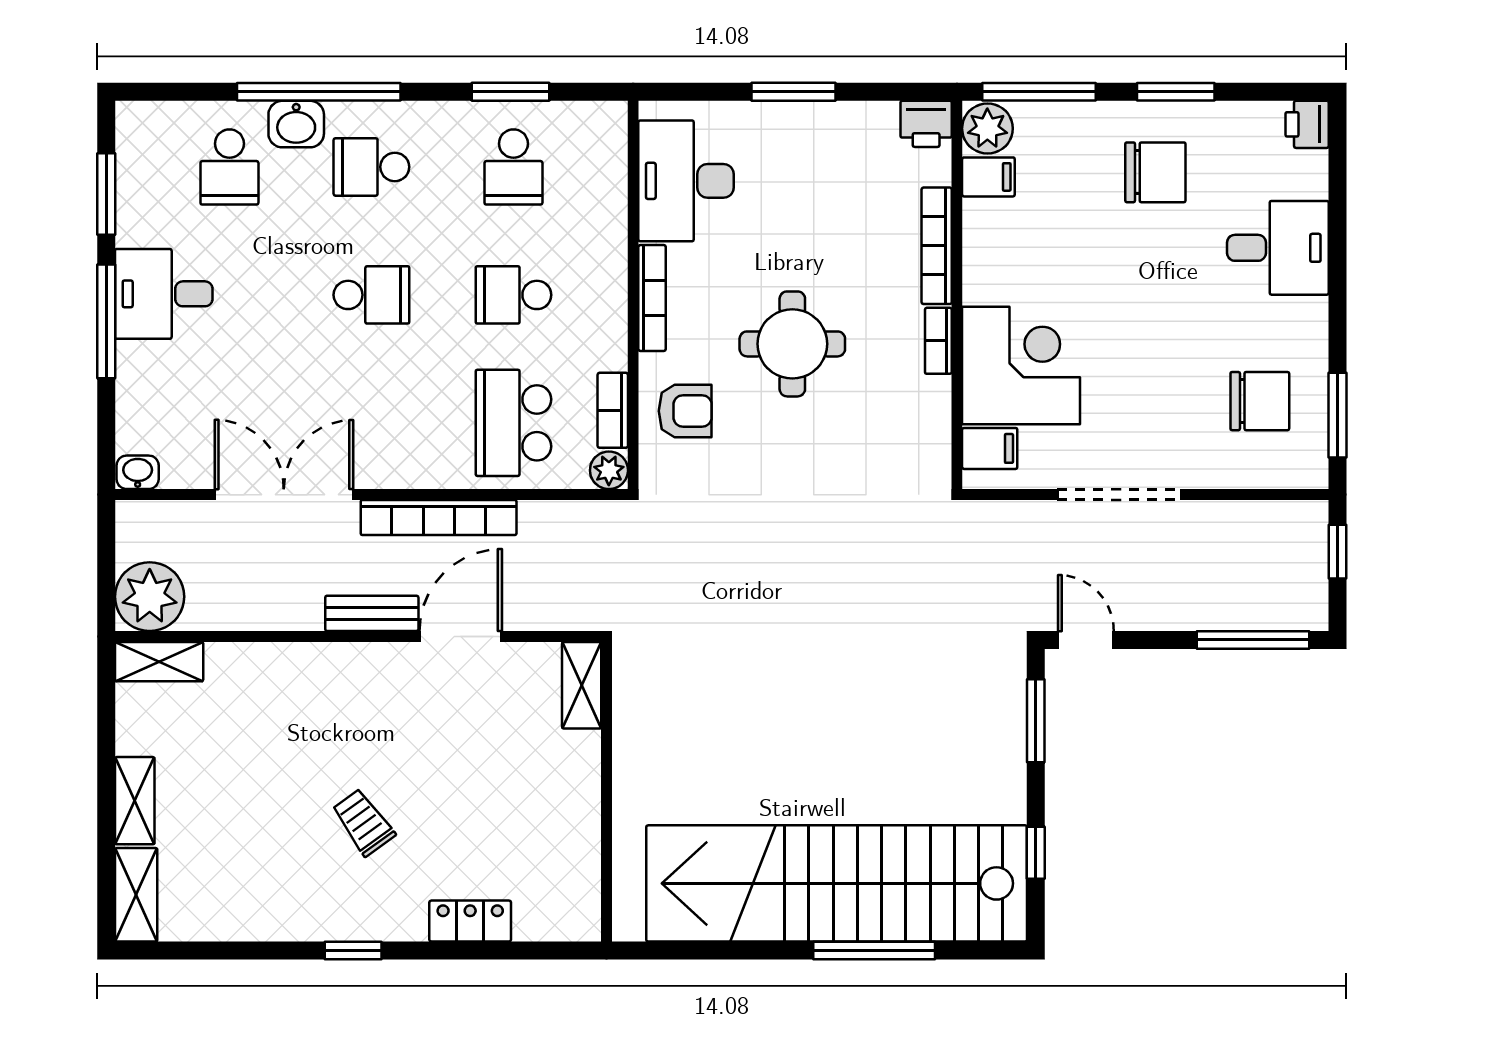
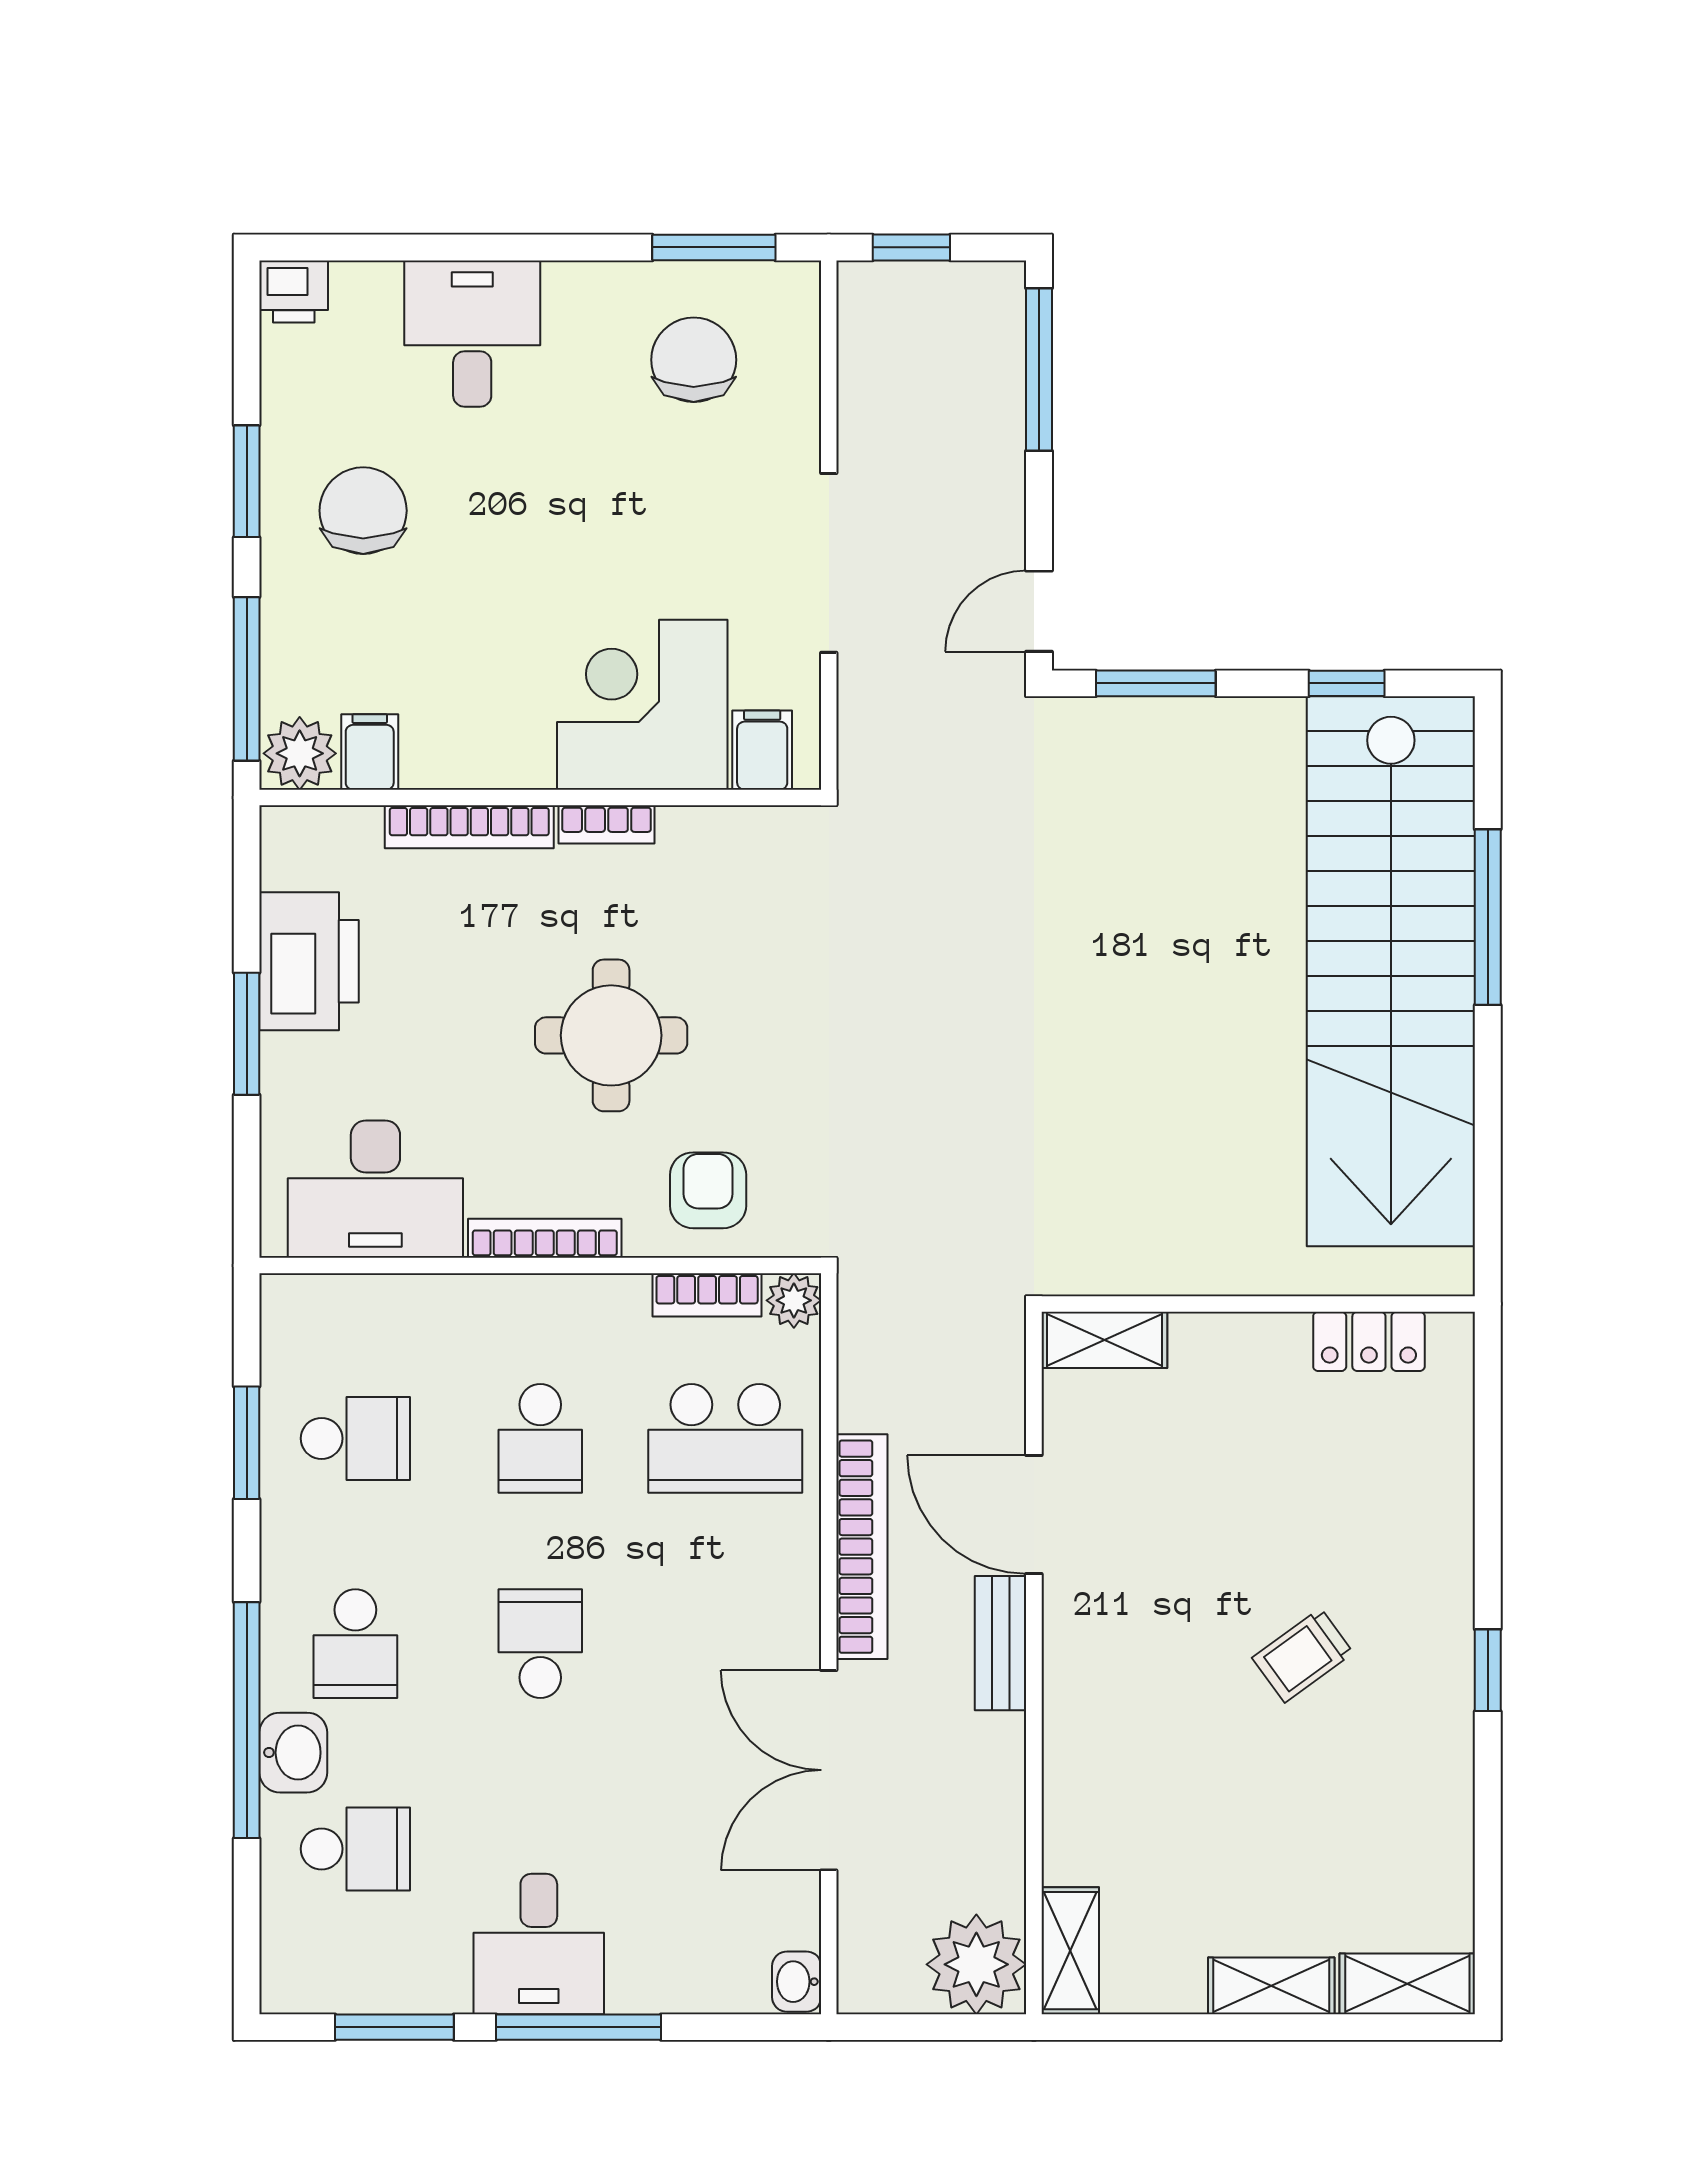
printer: (926, 124) -> (309, 961), moved, width x1.87, depth x1.48
locker: (470, 921) -> (1369, 1341), moved, turned -90

